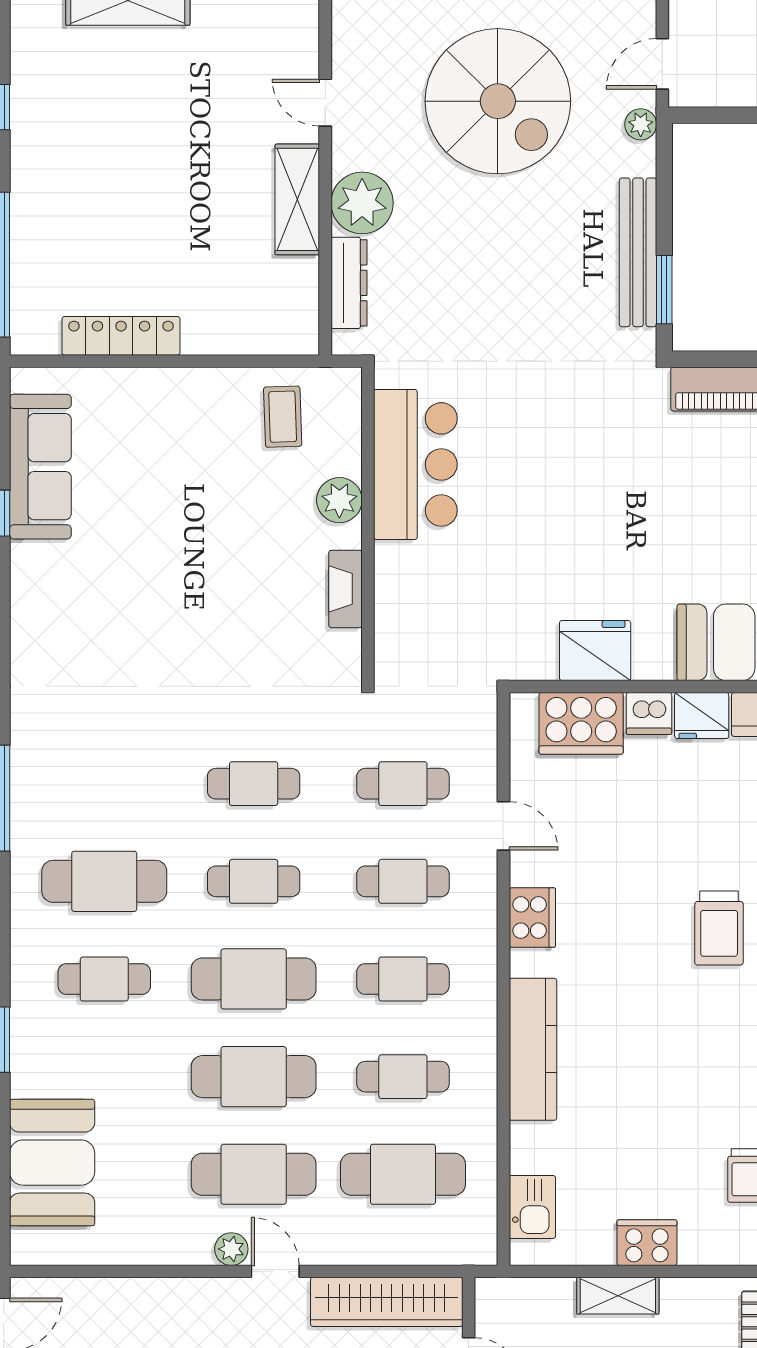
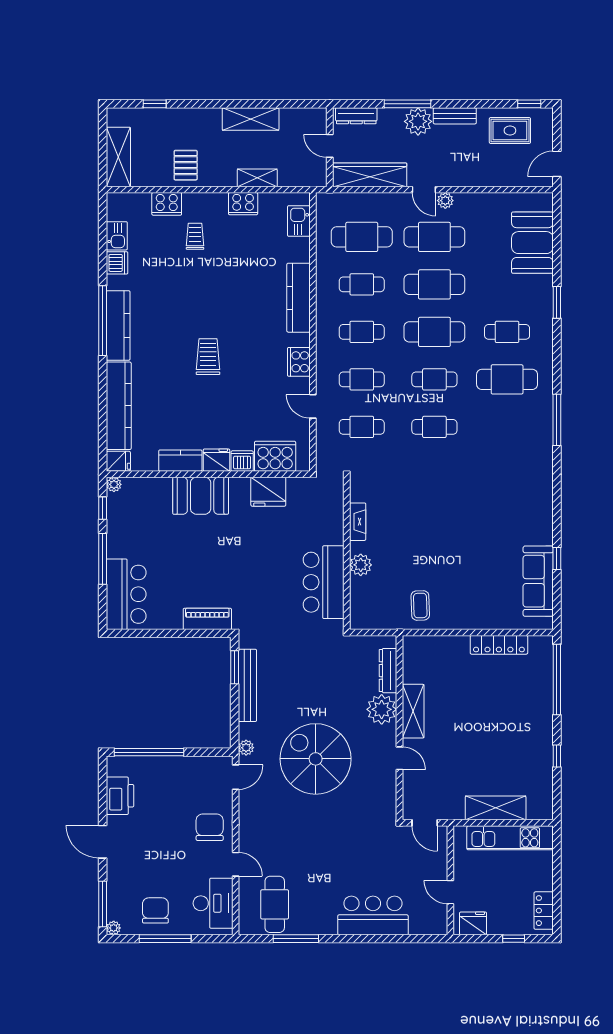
bar counter: (415, 464) -> (324, 582), moved
plant: (339, 500) -> (361, 565), moved
wall: (368, 524) -> (347, 553), moved
fireplace: (346, 589) -> (358, 522), moved

